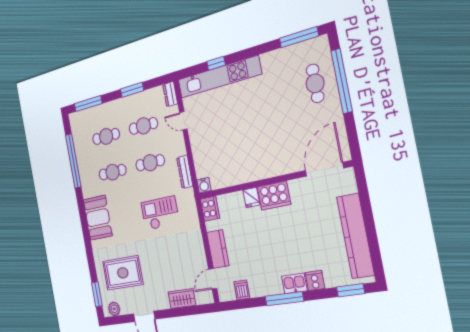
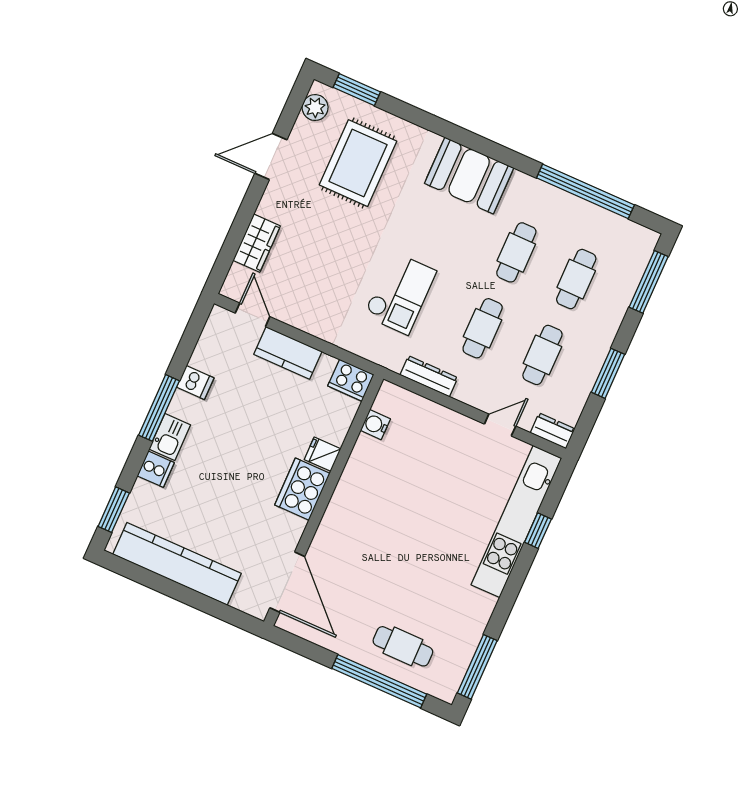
water cooler: (204, 185) -> (375, 425), moved
dishwasher: (242, 290) -> (195, 382), moved

